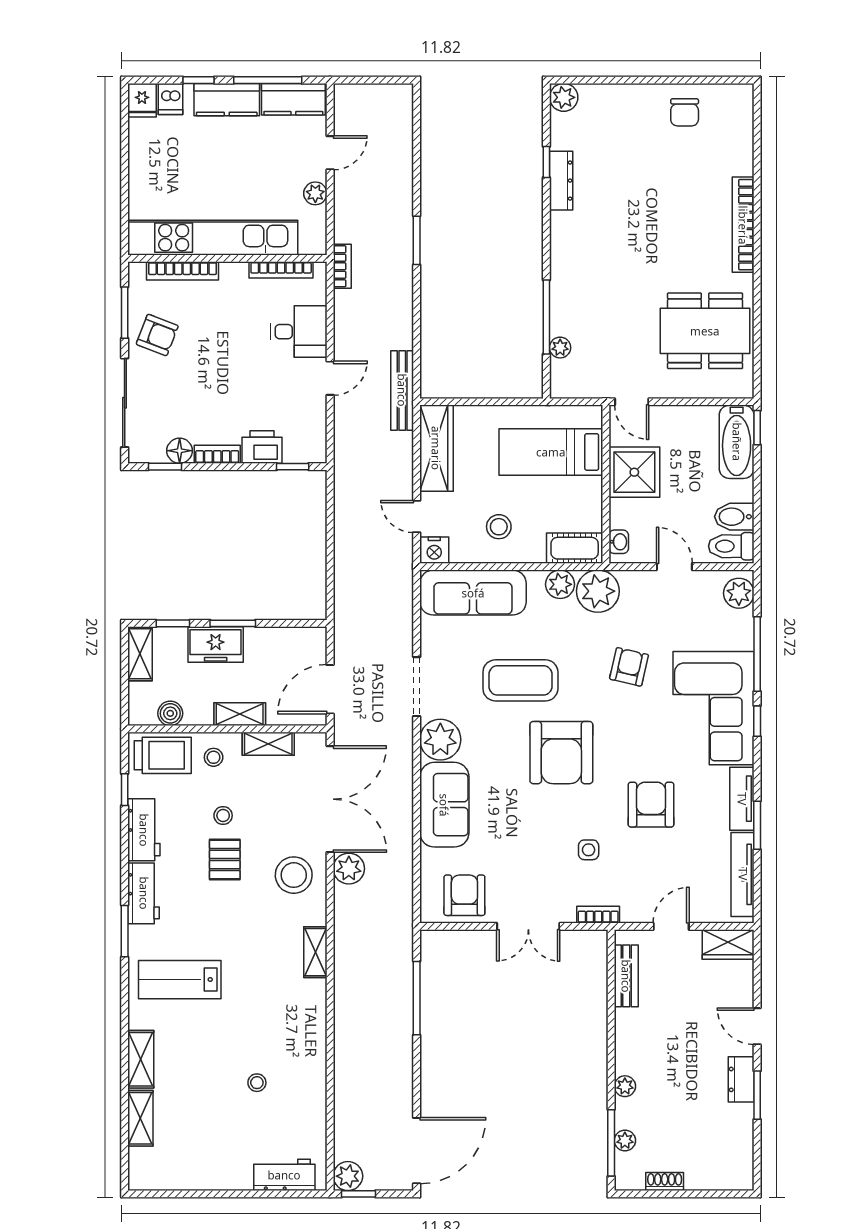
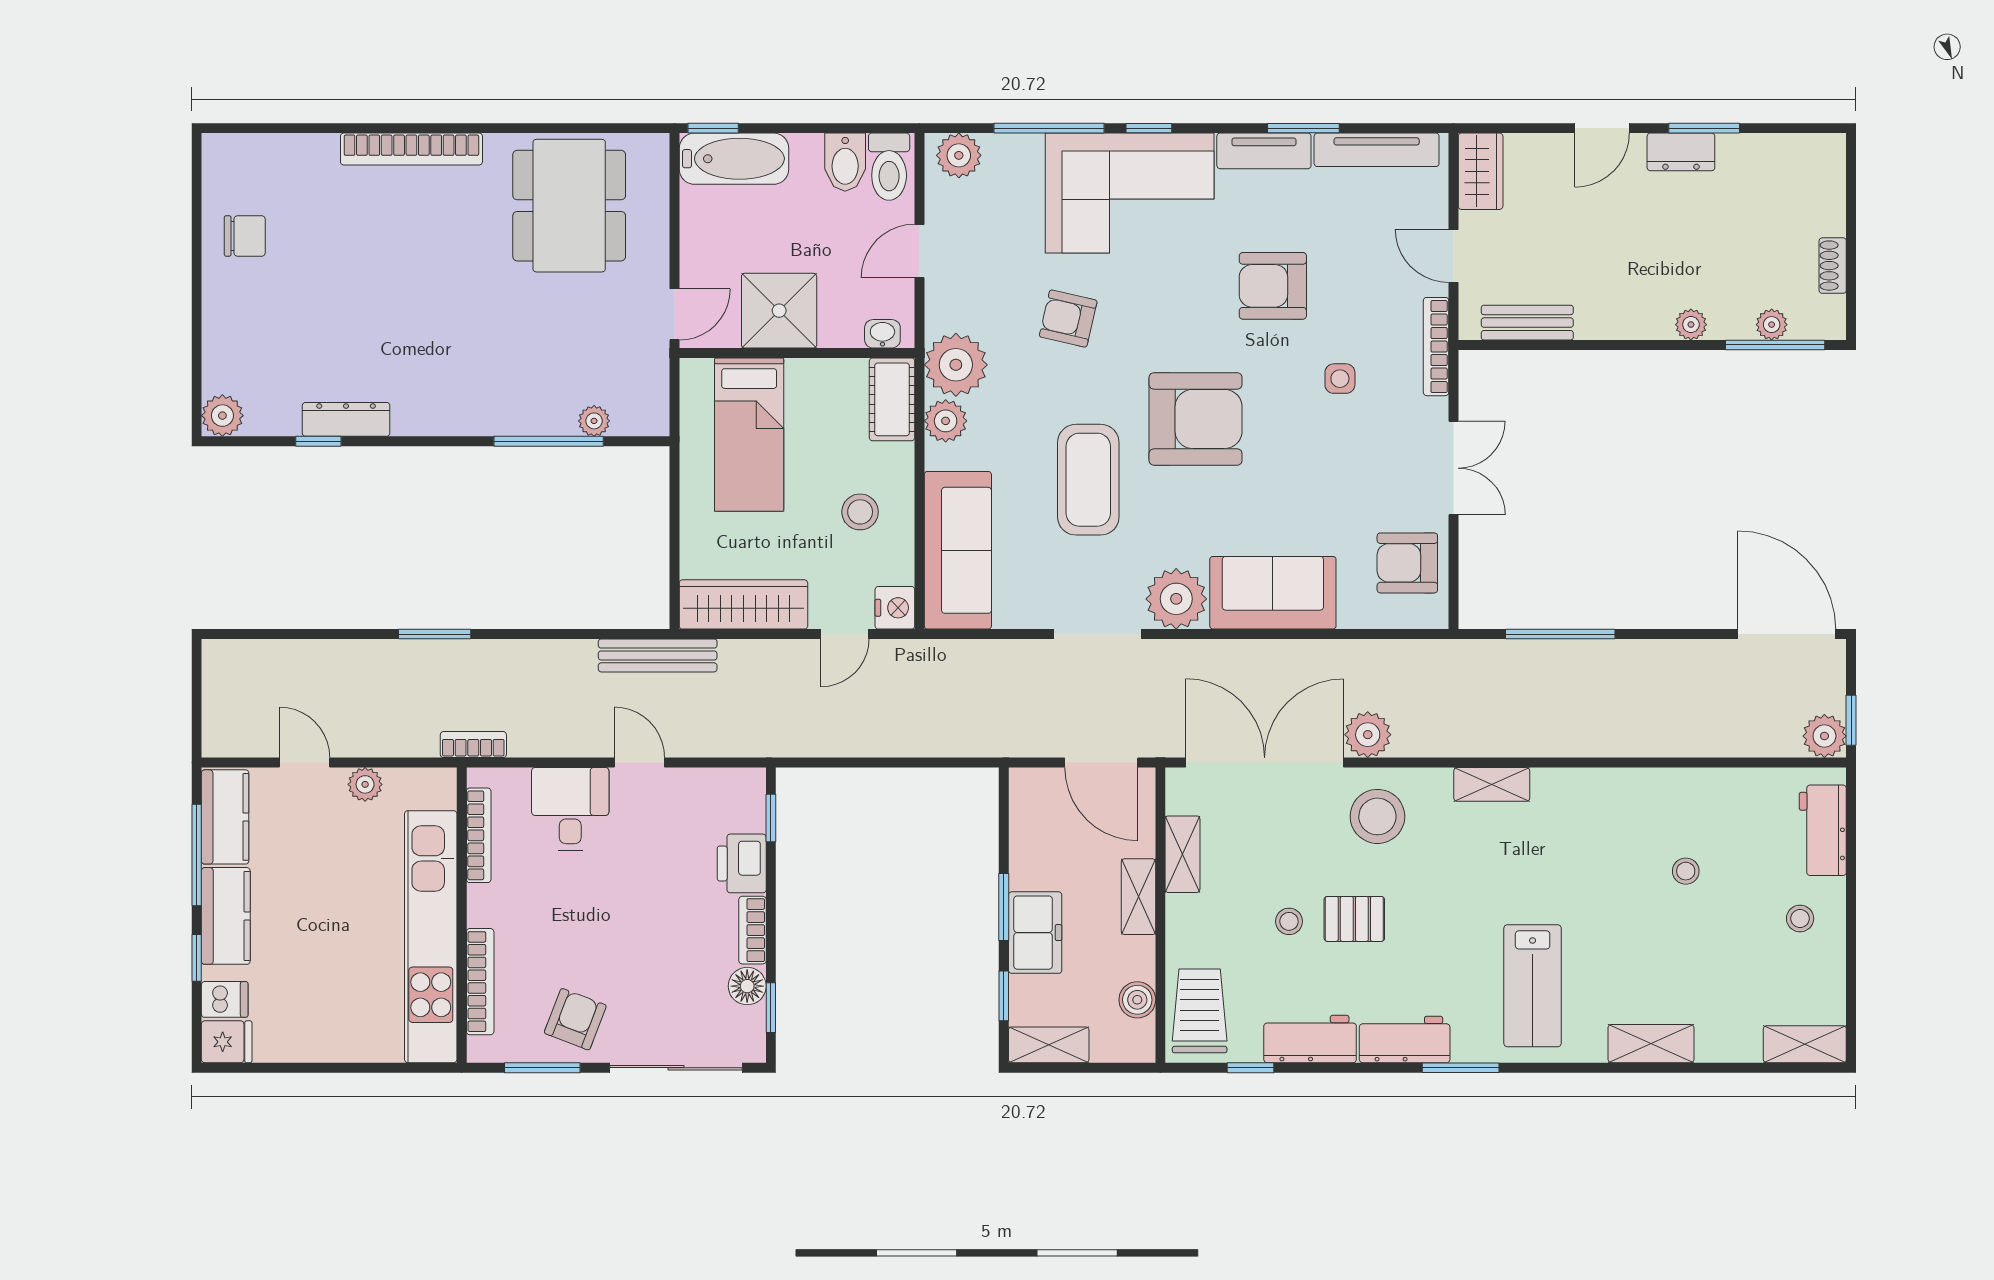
stool: (214, 757) -> (1800, 918), moved
bookcase: (598, 915) -> (1436, 347), width x1.56
shelving: (140, 1118) -> (1805, 1044), moved

